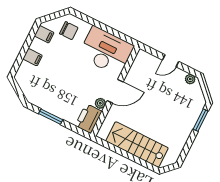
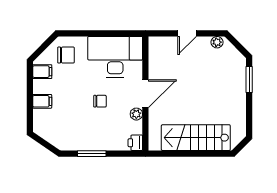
chair: (77, 79) -> (100, 101), added
printer: (88, 119) -> (135, 143), width x0.53, depth x0.68

